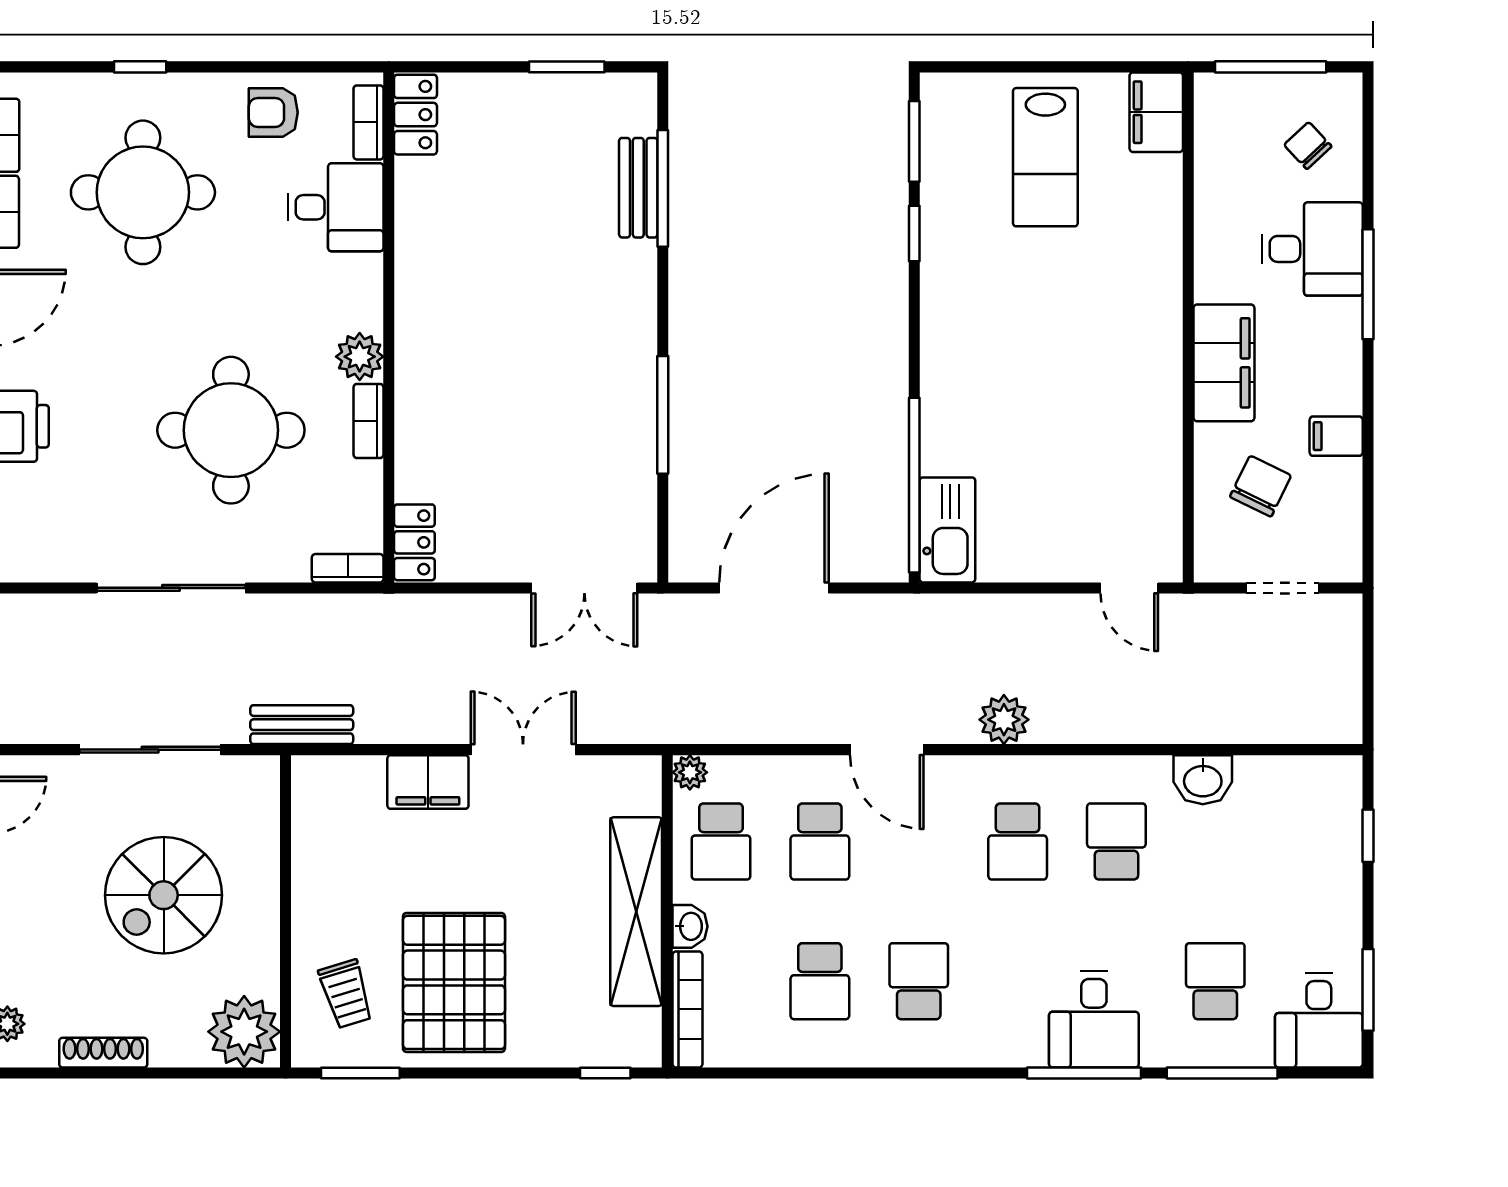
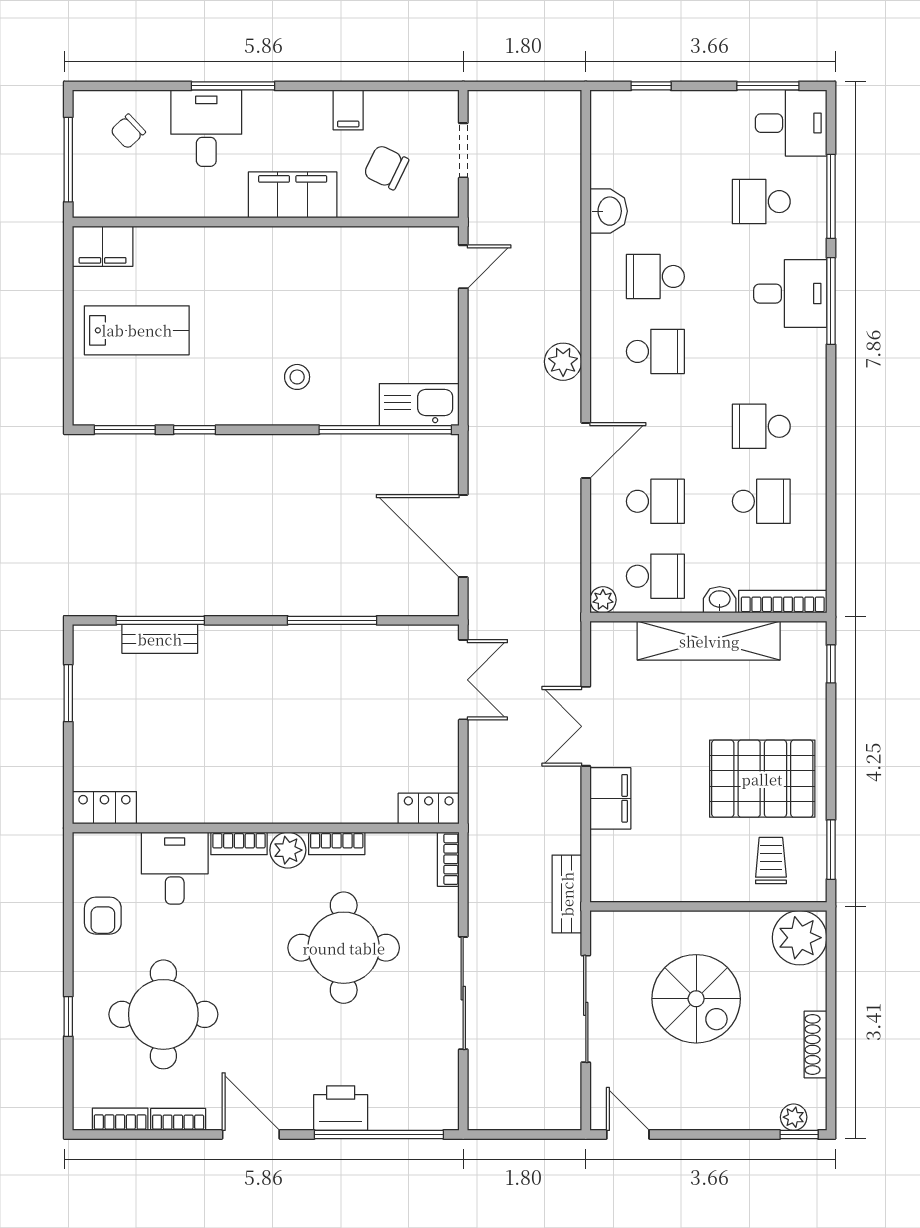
bookcase: (368, 122) -> (239, 843), moved
stool: (984, 369) -> (297, 377), added
trolley: (346, 994) -> (771, 860), turned -73

